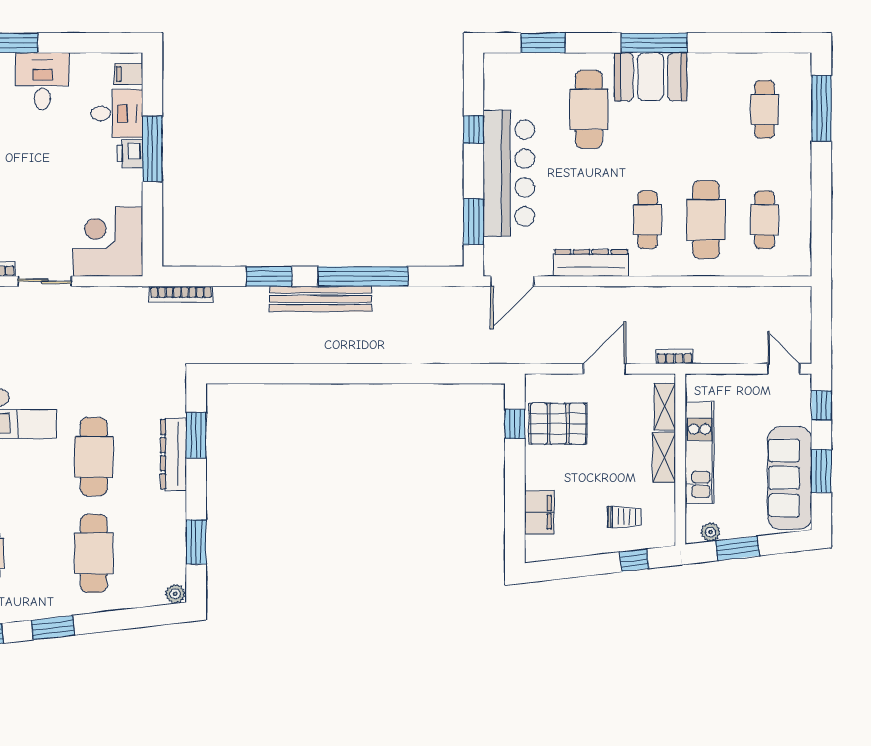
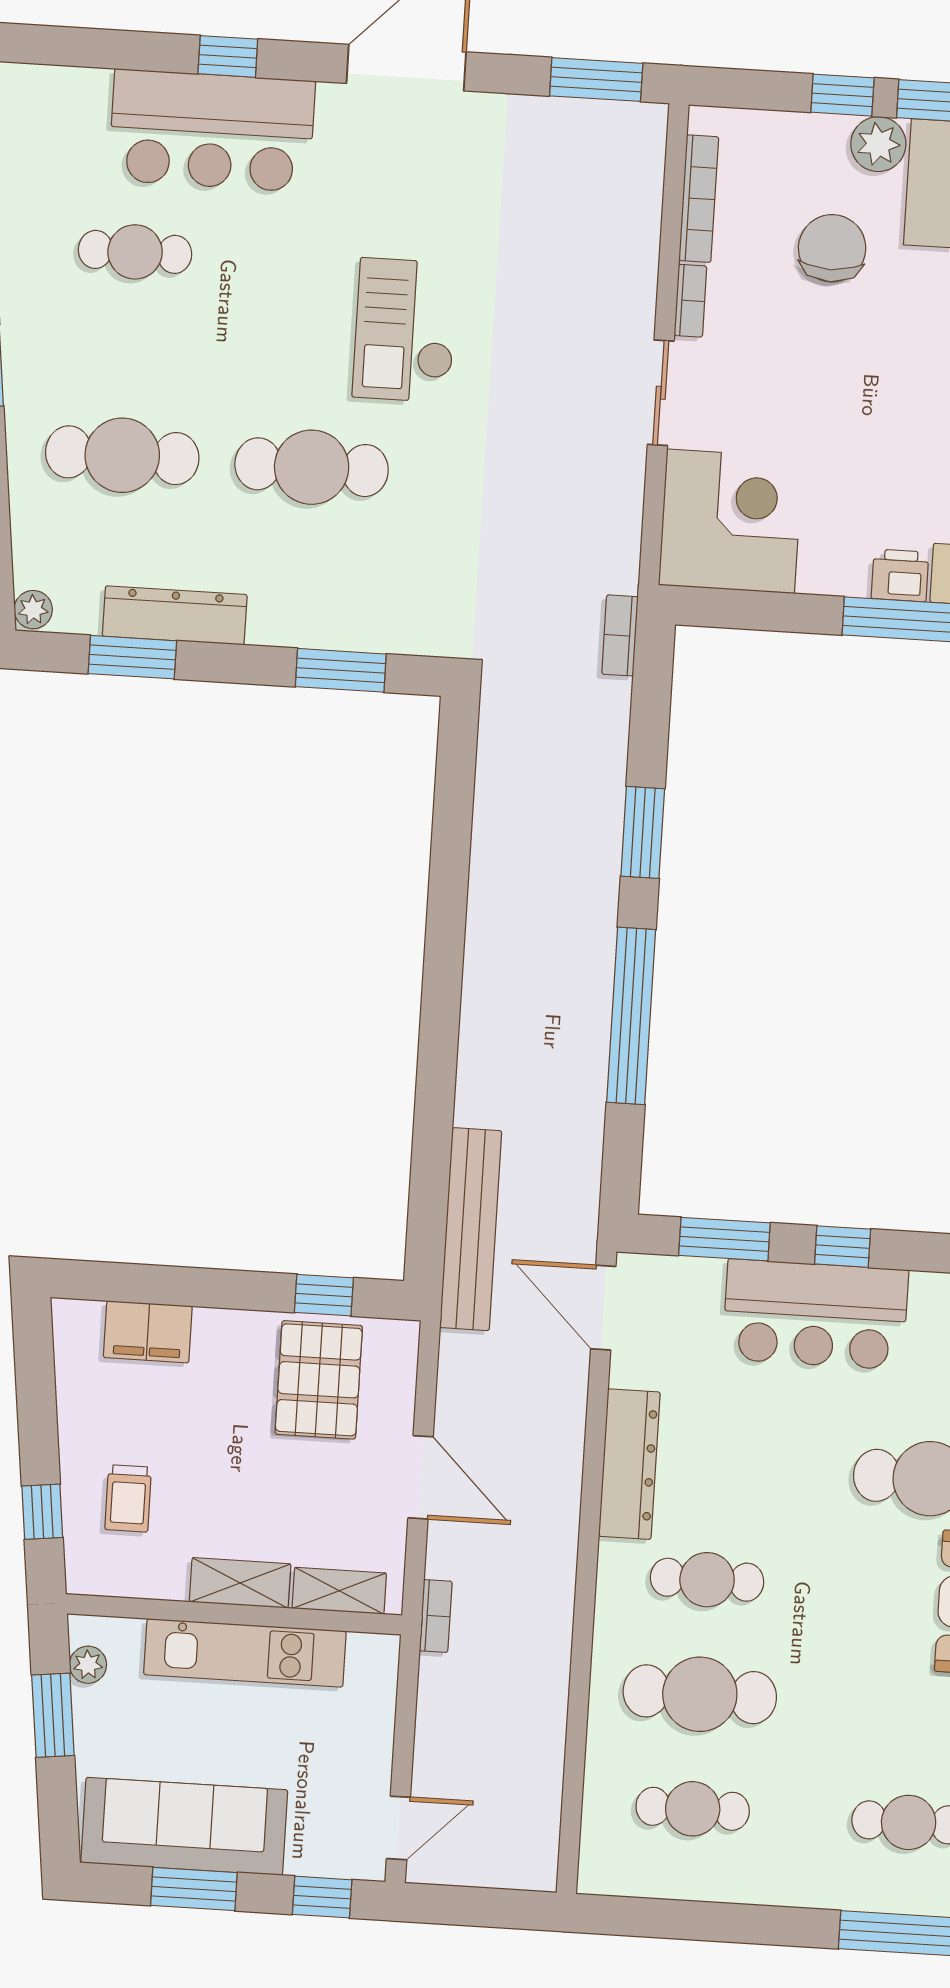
window: (474, 130) -> (843, 1247), moved
bar counter: (509, 173) -> (815, 1314), width x0.73
bookcase: (181, 294) -> (620, 635), width x0.64
bench: (320, 299) -> (471, 1229), moved
dresser: (174, 454) -> (175, 615), moved

